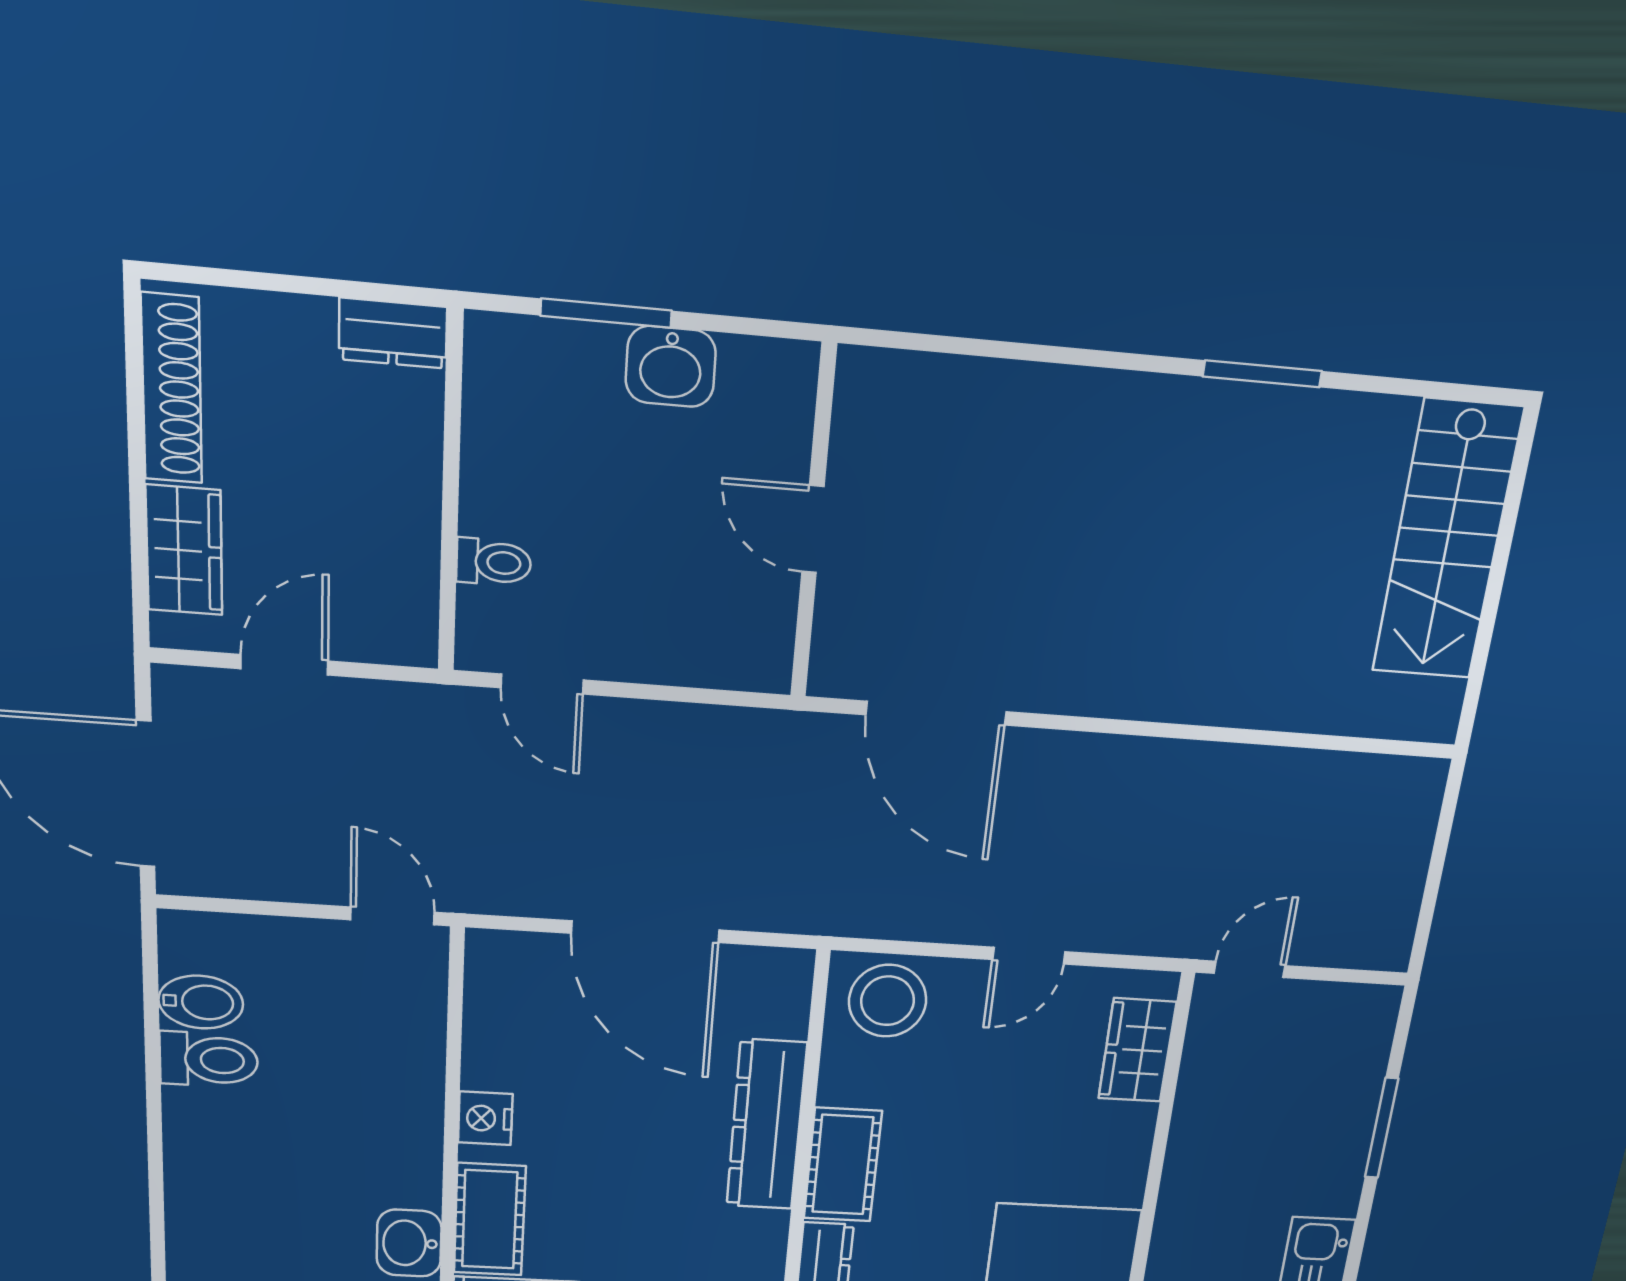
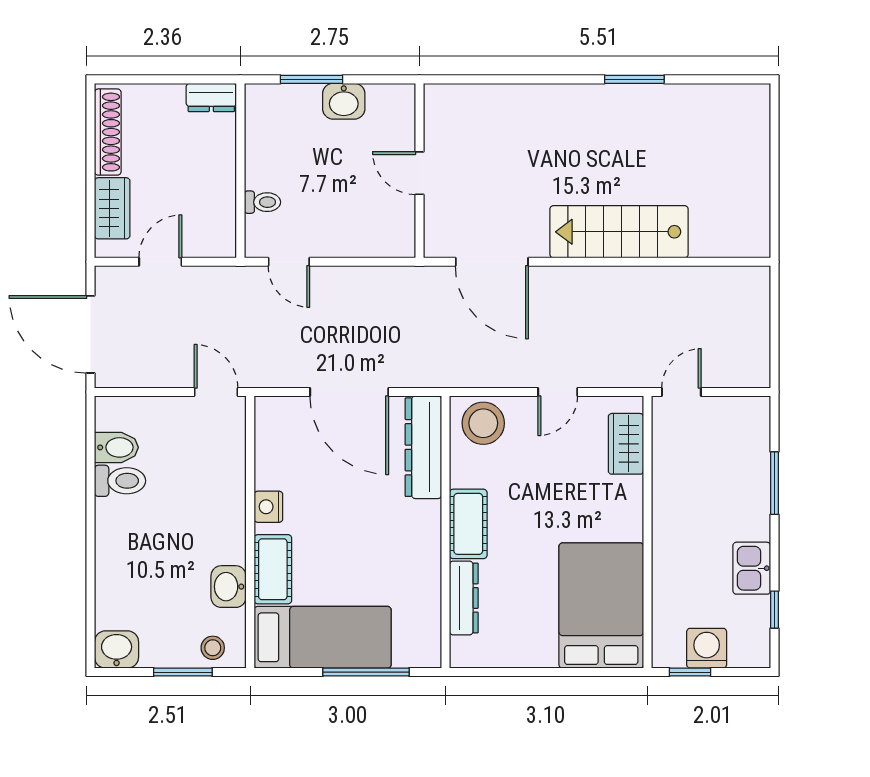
stairs: (1447, 541) -> (619, 232), moved, turned 90
dresser: (766, 1125) -> (423, 447), moved

